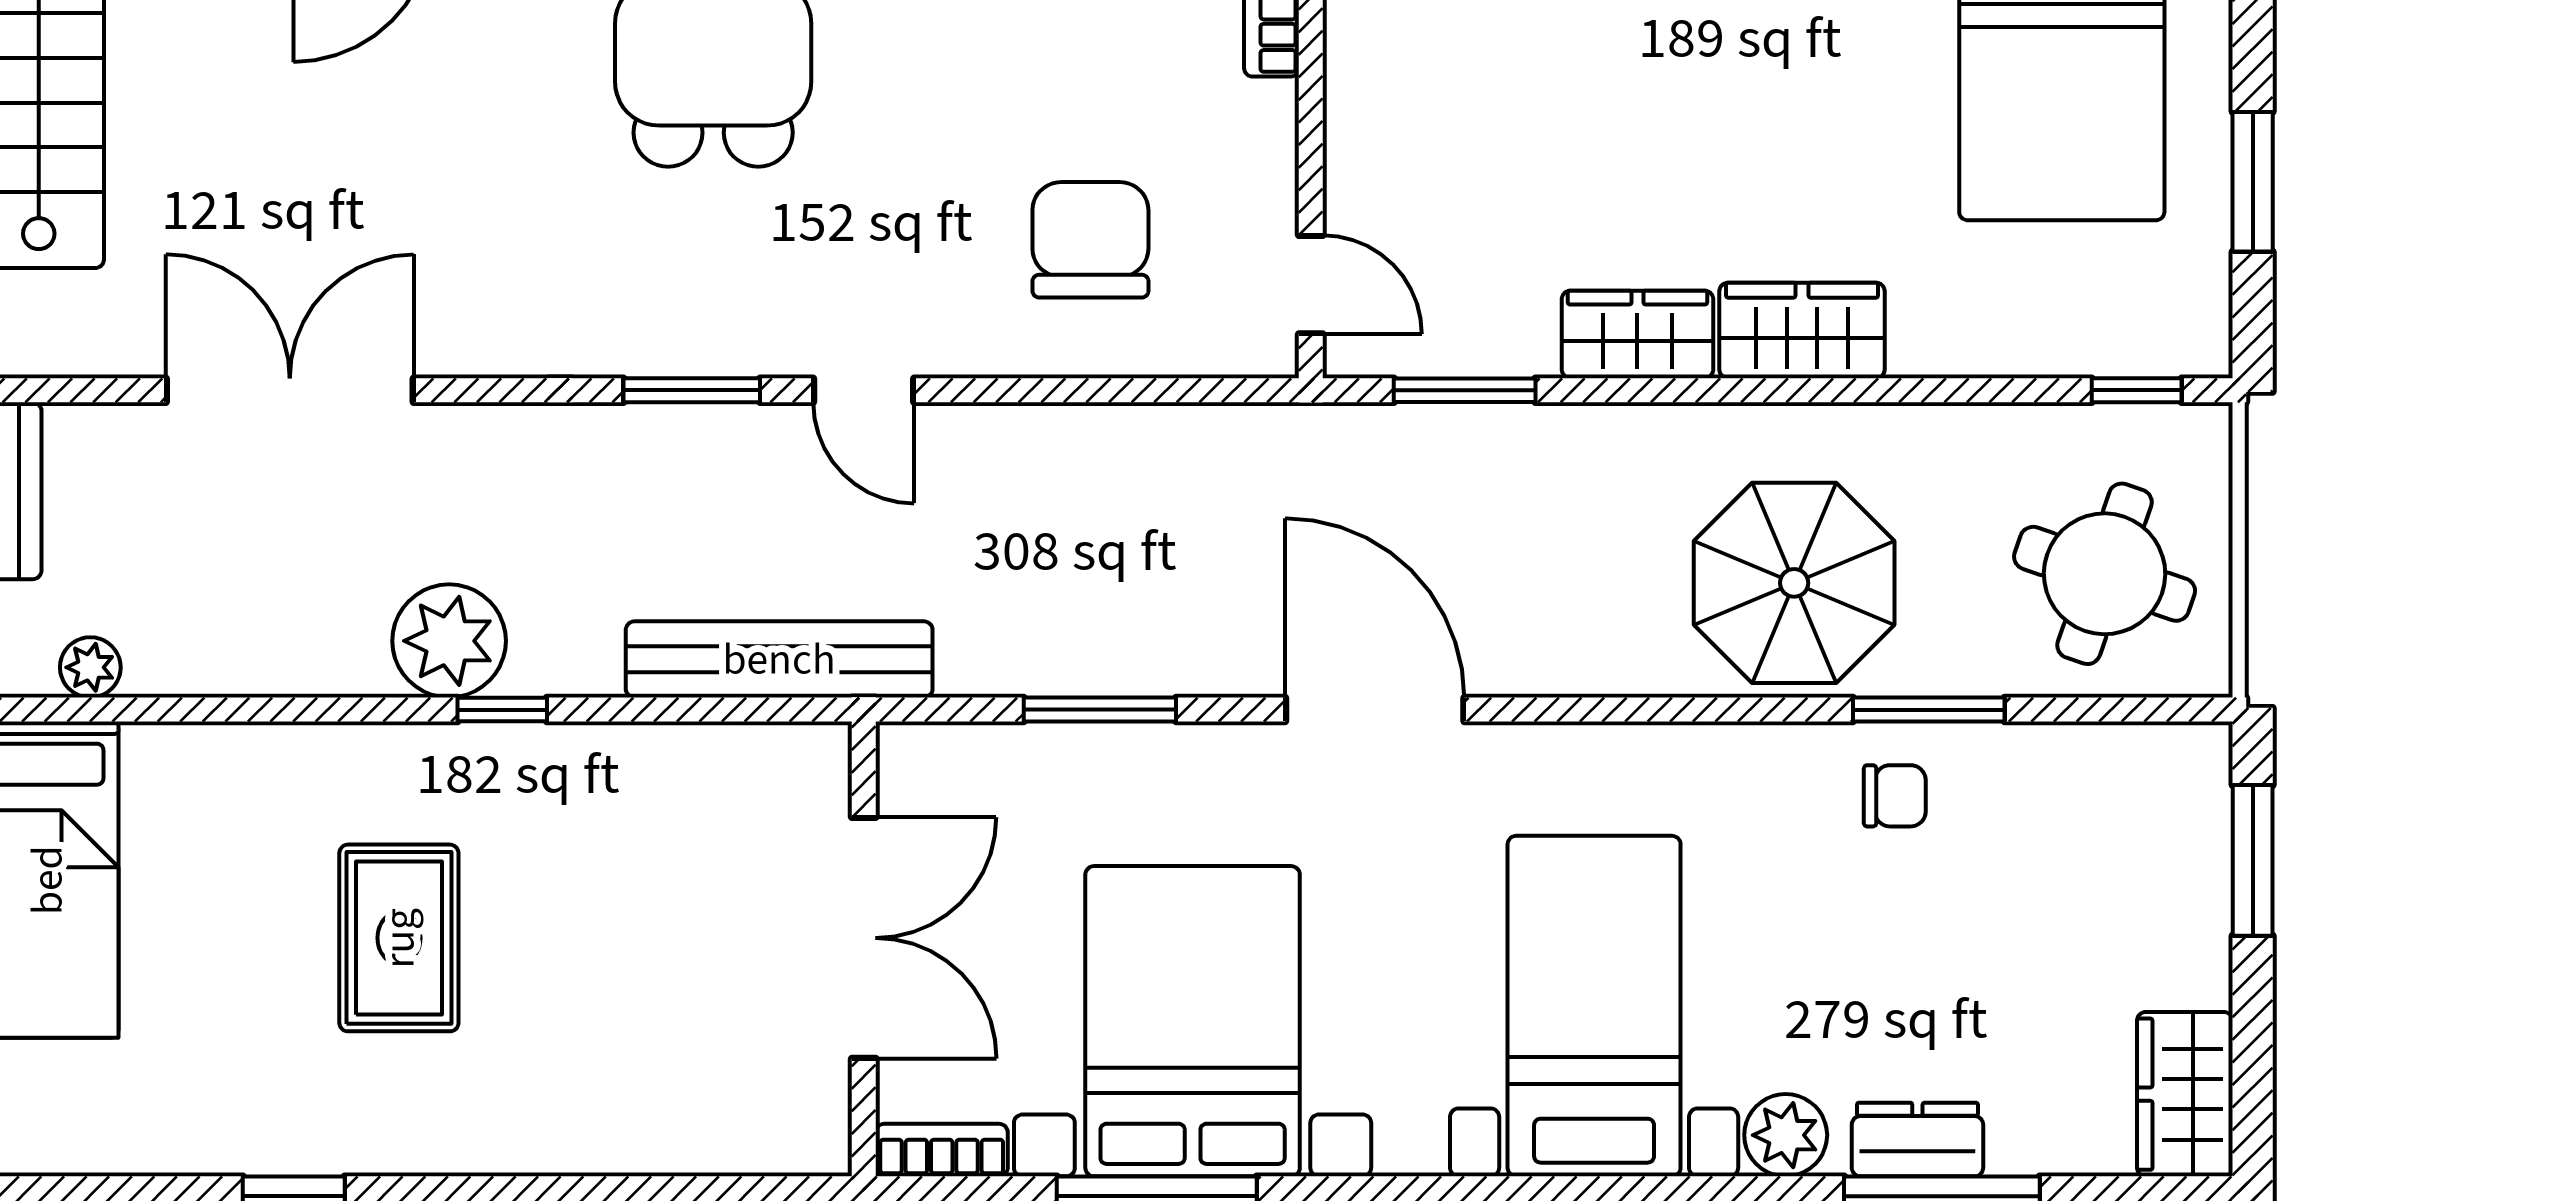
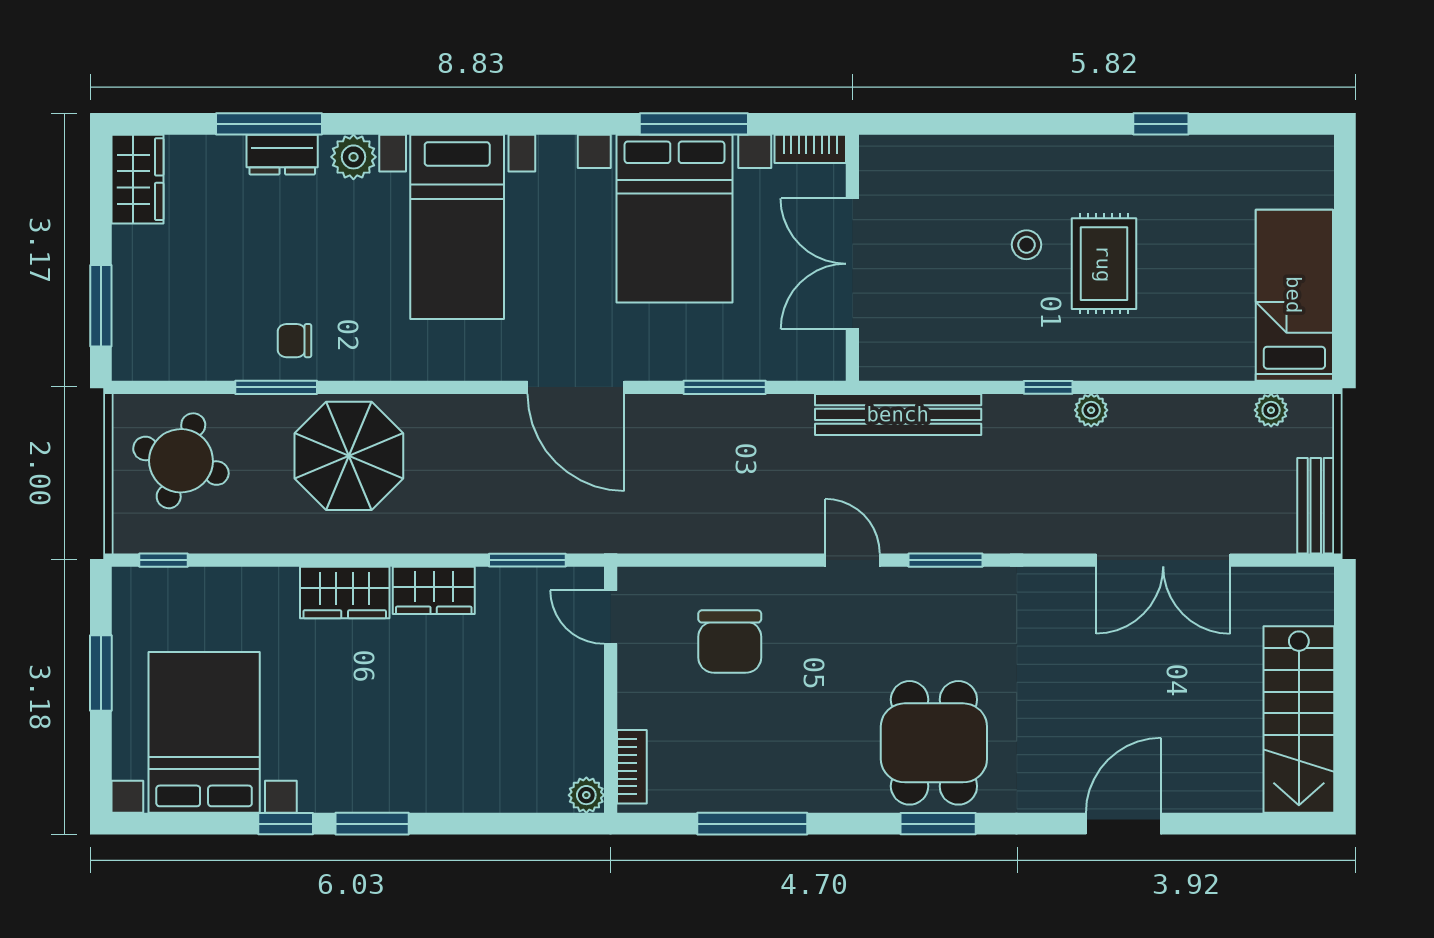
plant: (449, 641) -> (1091, 410), width x0.53, depth x0.53
stool: (542, 973) -> (1027, 245), added

